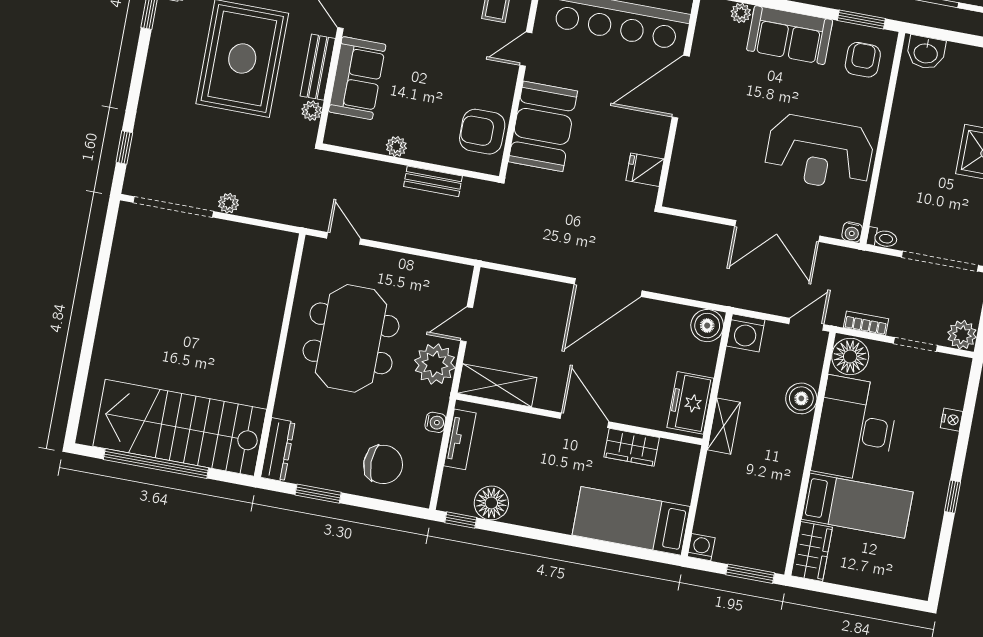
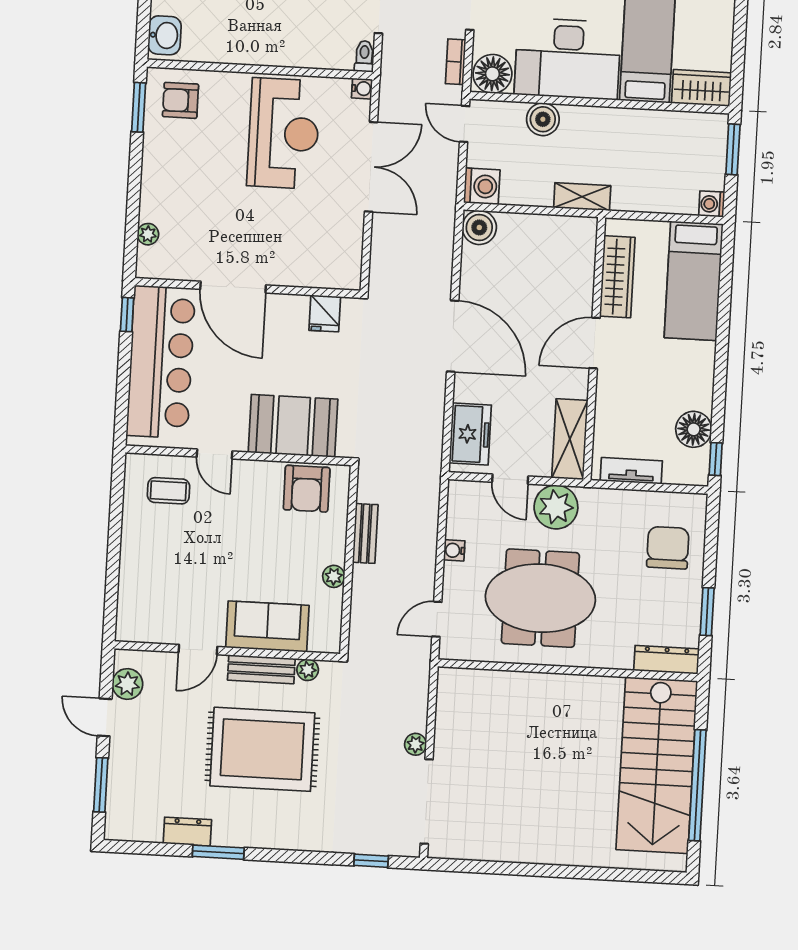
sofa: (790, 35) -> (165, 180), removed
freezer: (690, 403) -> (470, 434), moved, turned -90
water cooler: (435, 422) -> (454, 550), moved, turned -90
wardrobe: (632, 447) -> (617, 277), width x1.50

